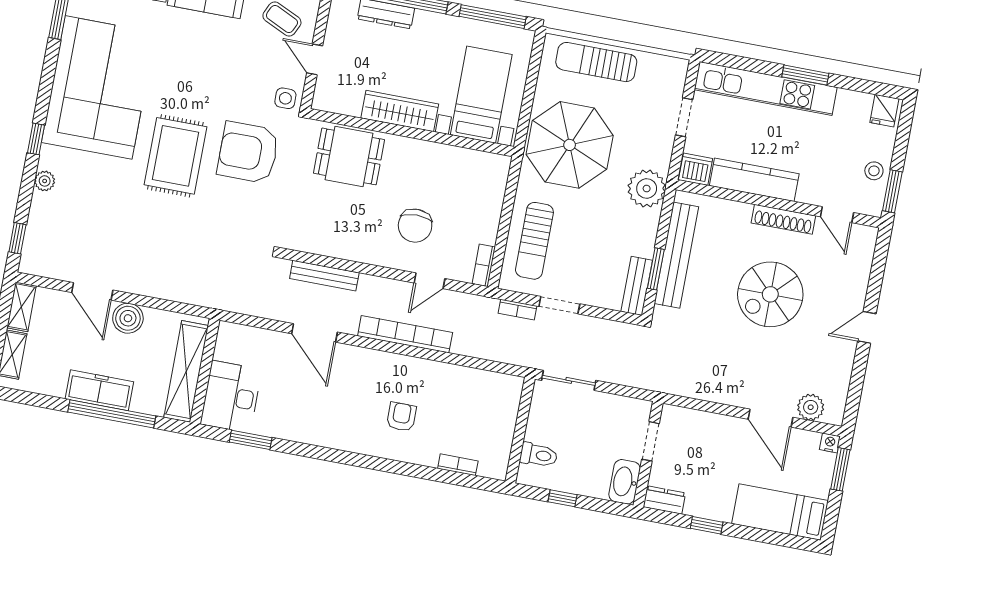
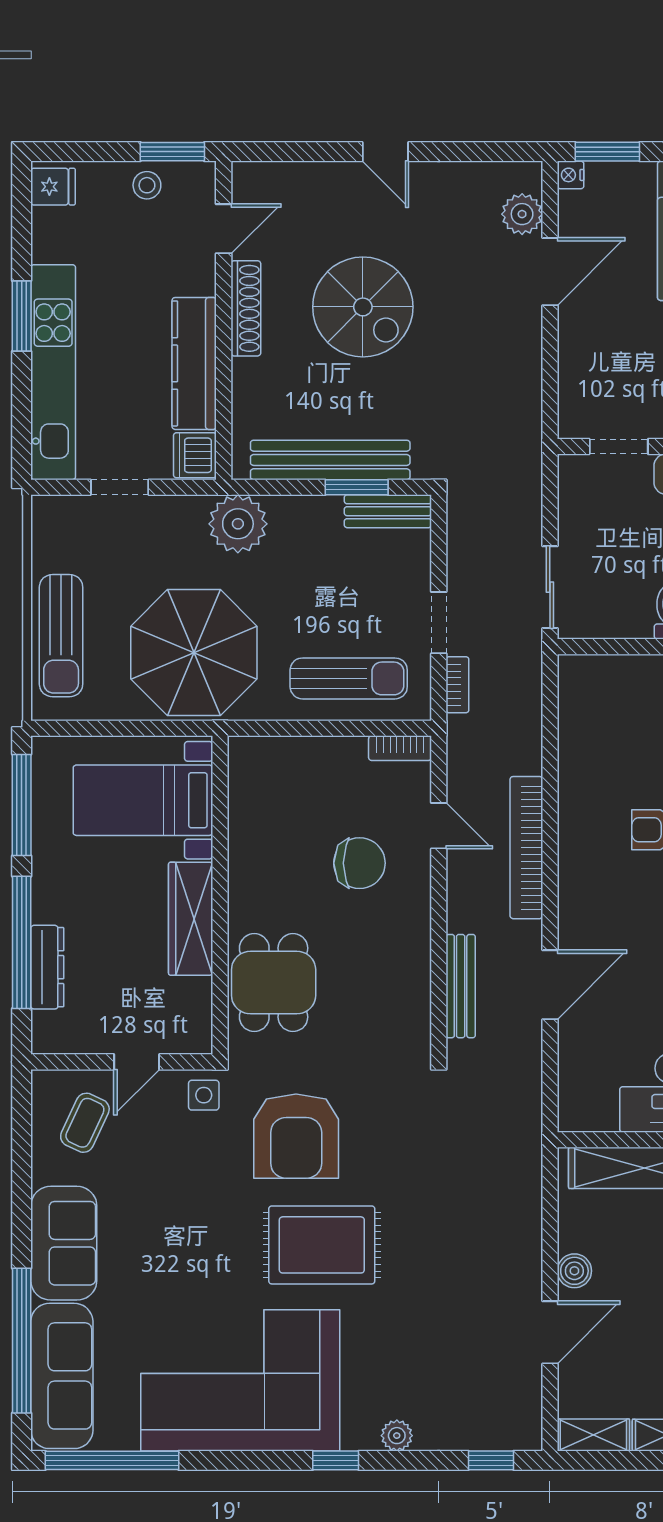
boiler: (128, 318) -> (574, 1271), width x0.73, depth x0.73

